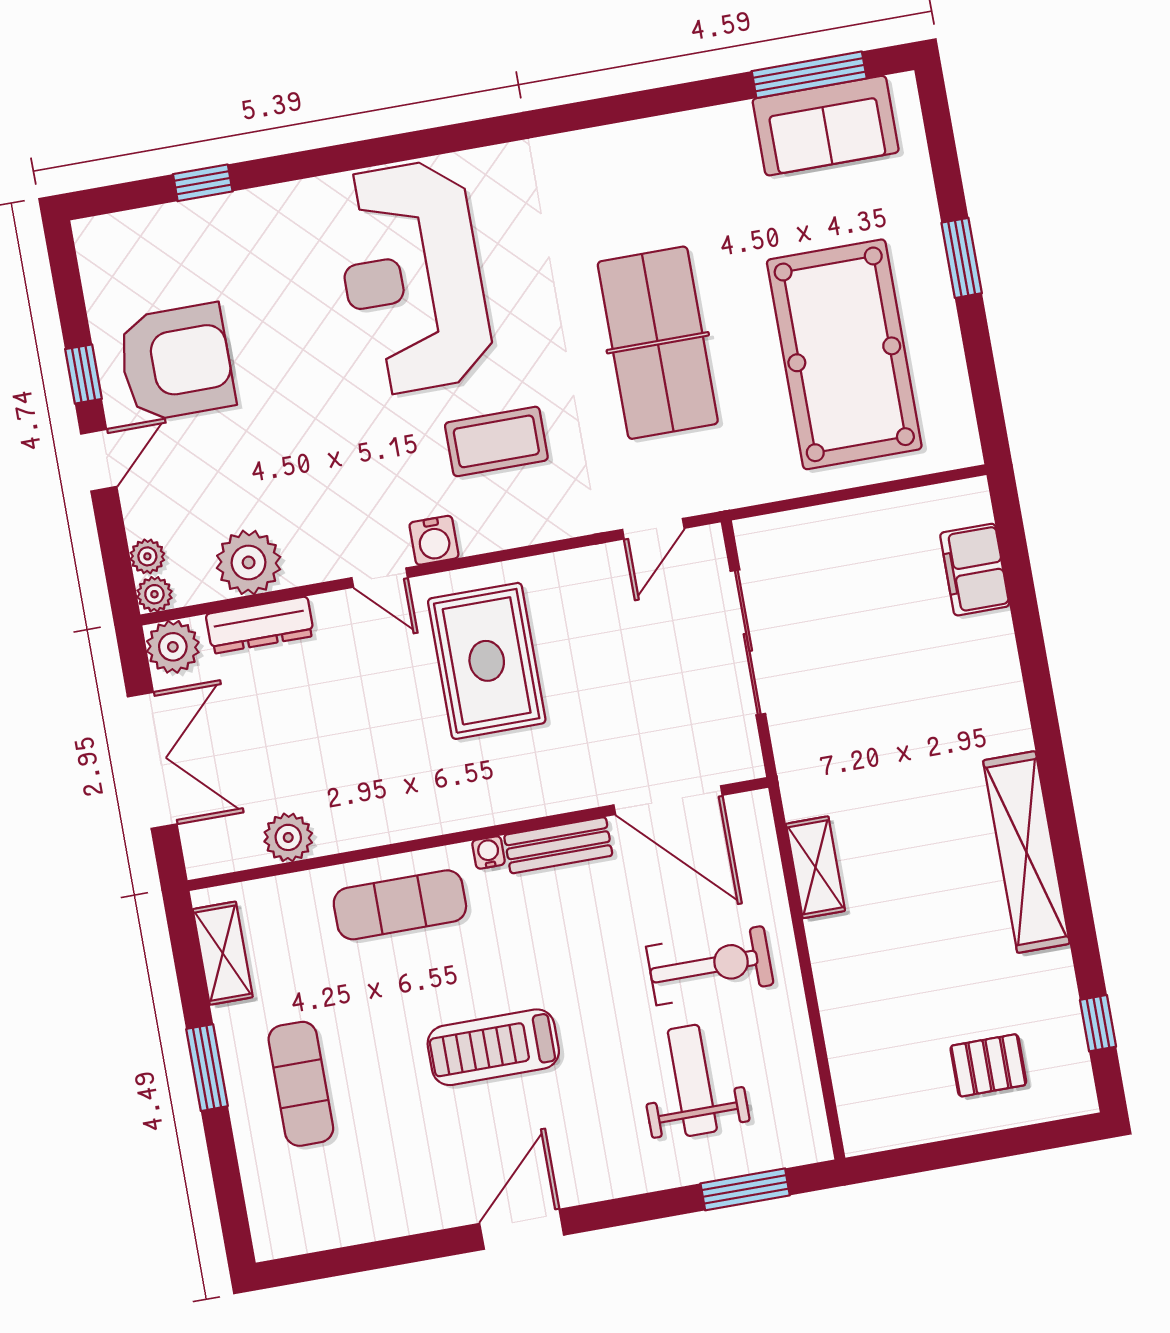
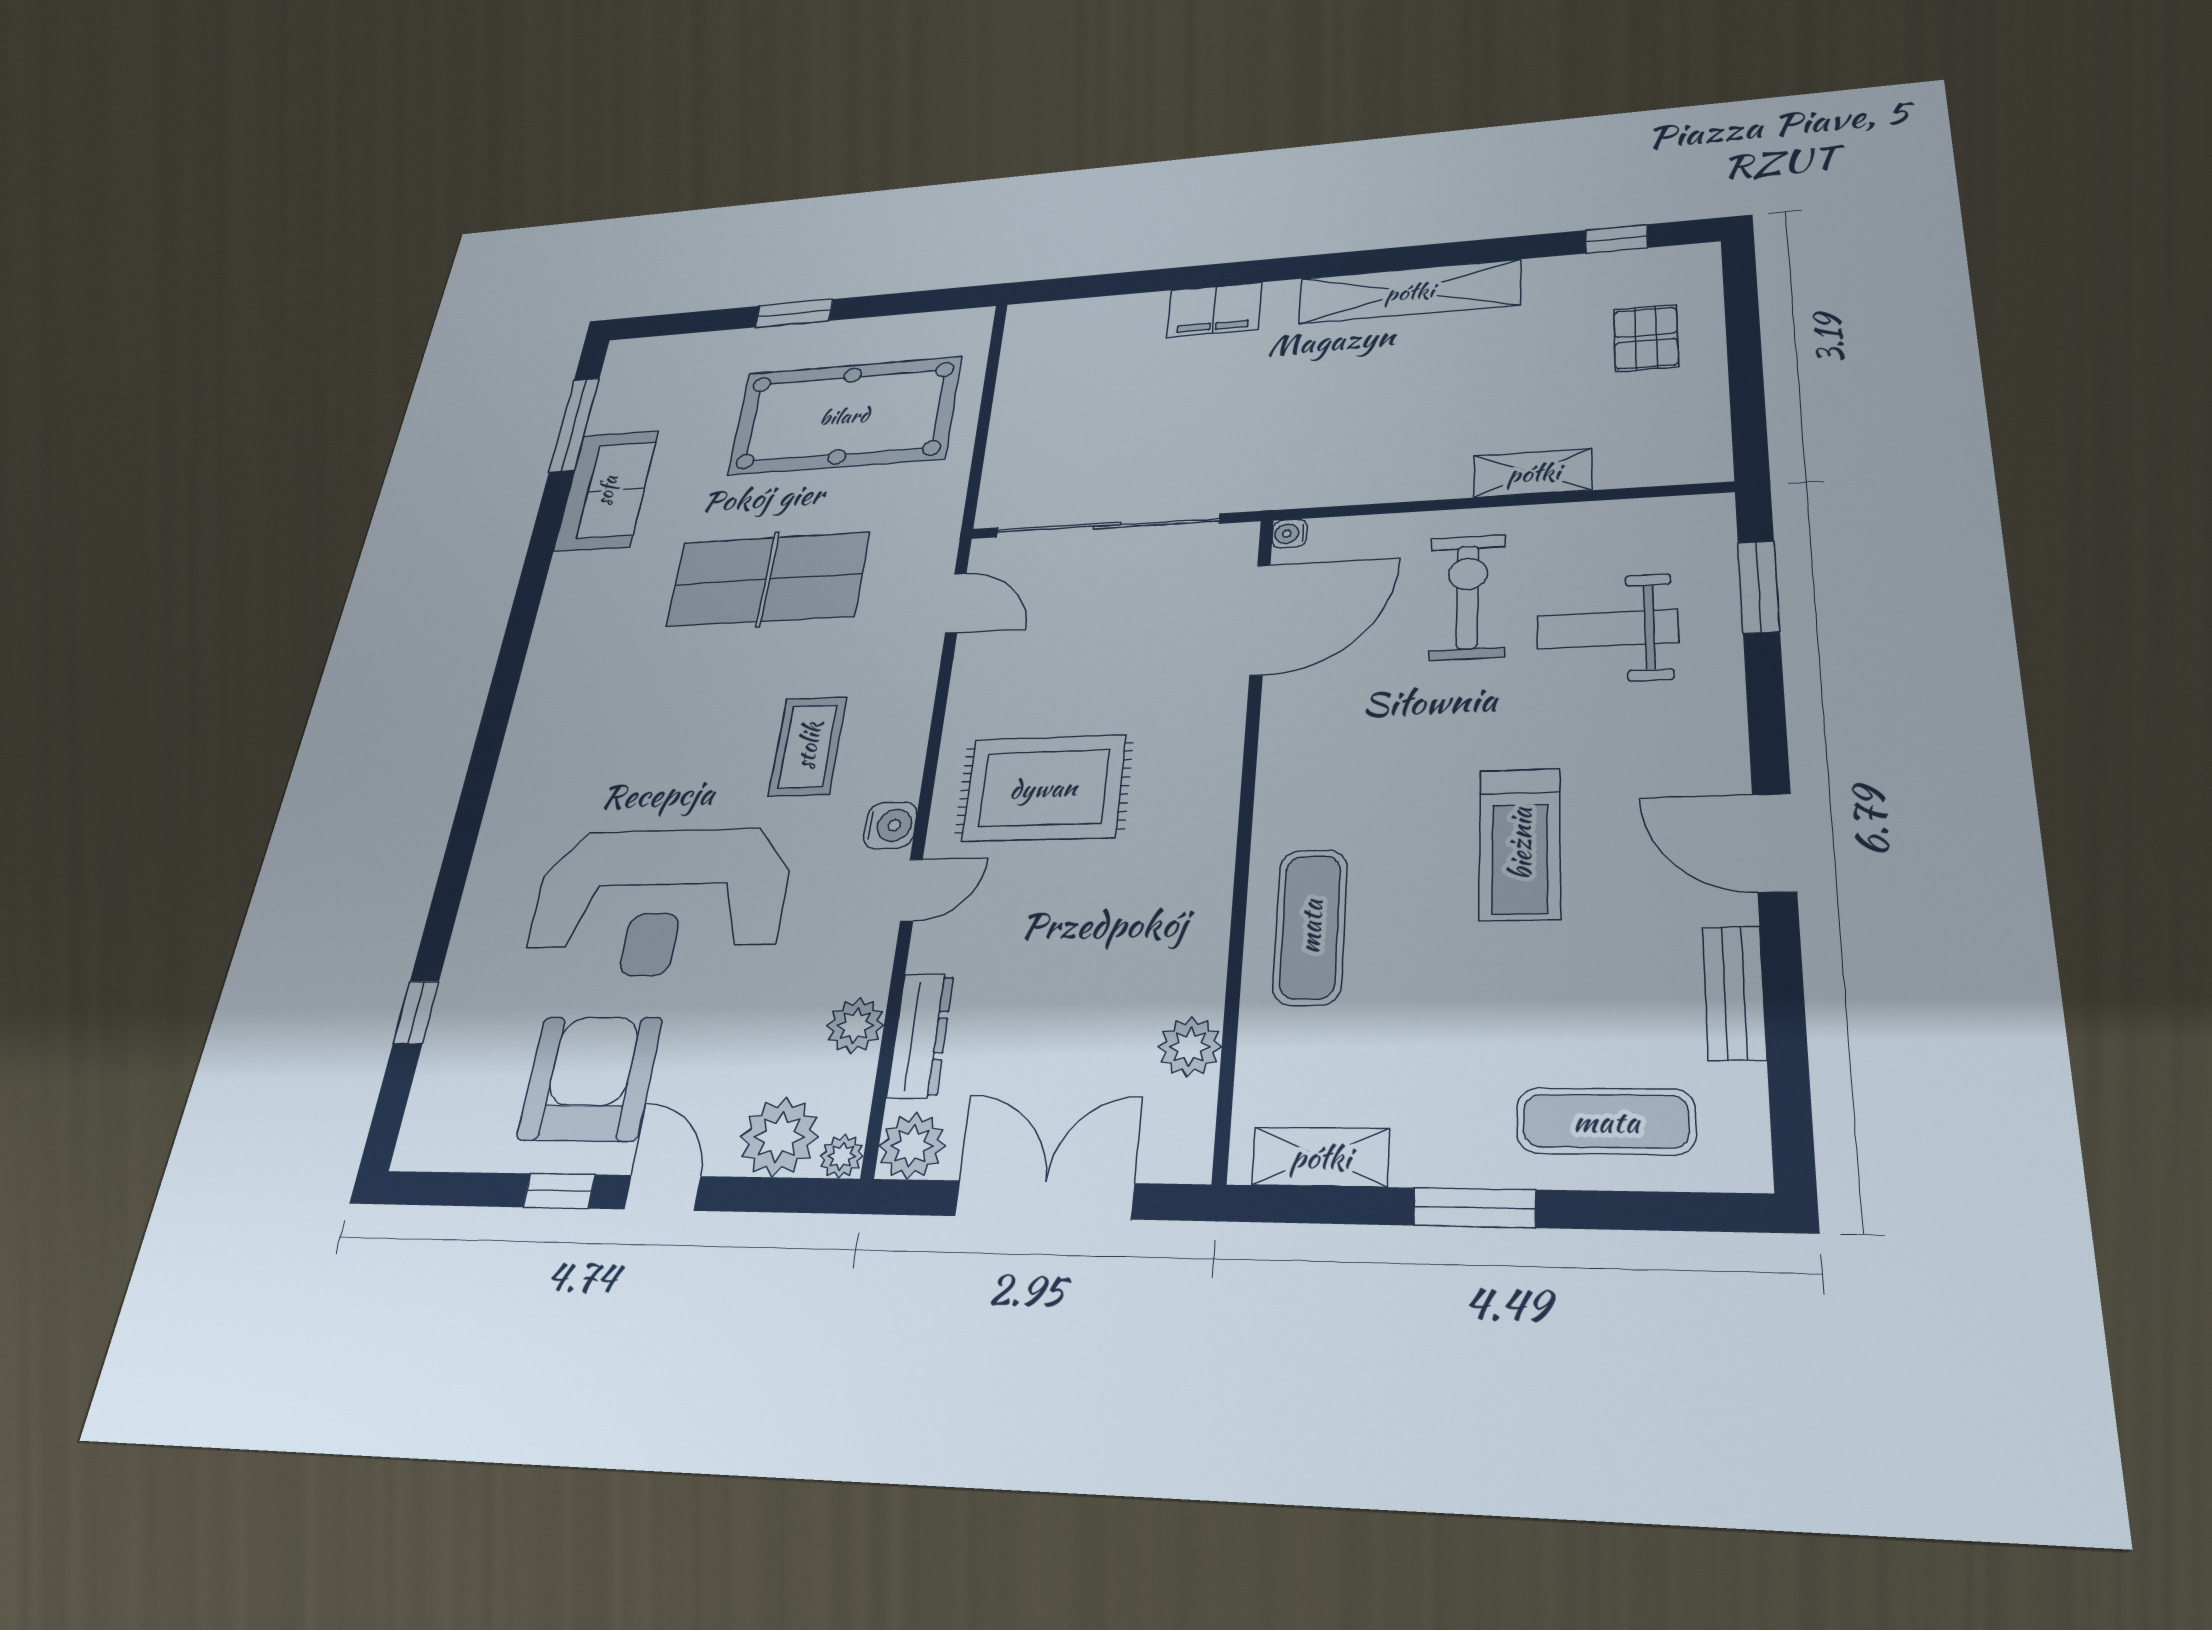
sofa: (826, 126) -> (606, 491), moved
reception desk: (412, 277) -> (659, 902), moved
plant: (147, 556) -> (779, 1137), width x1.87, depth x1.87
plant: (249, 562) -> (855, 1026), width x0.73, depth x0.73
filing cabinet: (975, 570) -> (1214, 310), moved
sliding door: (748, 642) -> (1107, 526), width x1.36
bench: (558, 845) -> (1734, 993), moved
water cooler: (488, 852) -> (1289, 533), moved
shelving: (815, 867) -> (1533, 473), moved
exercise mat: (301, 1084) -> (1606, 1121), moved

